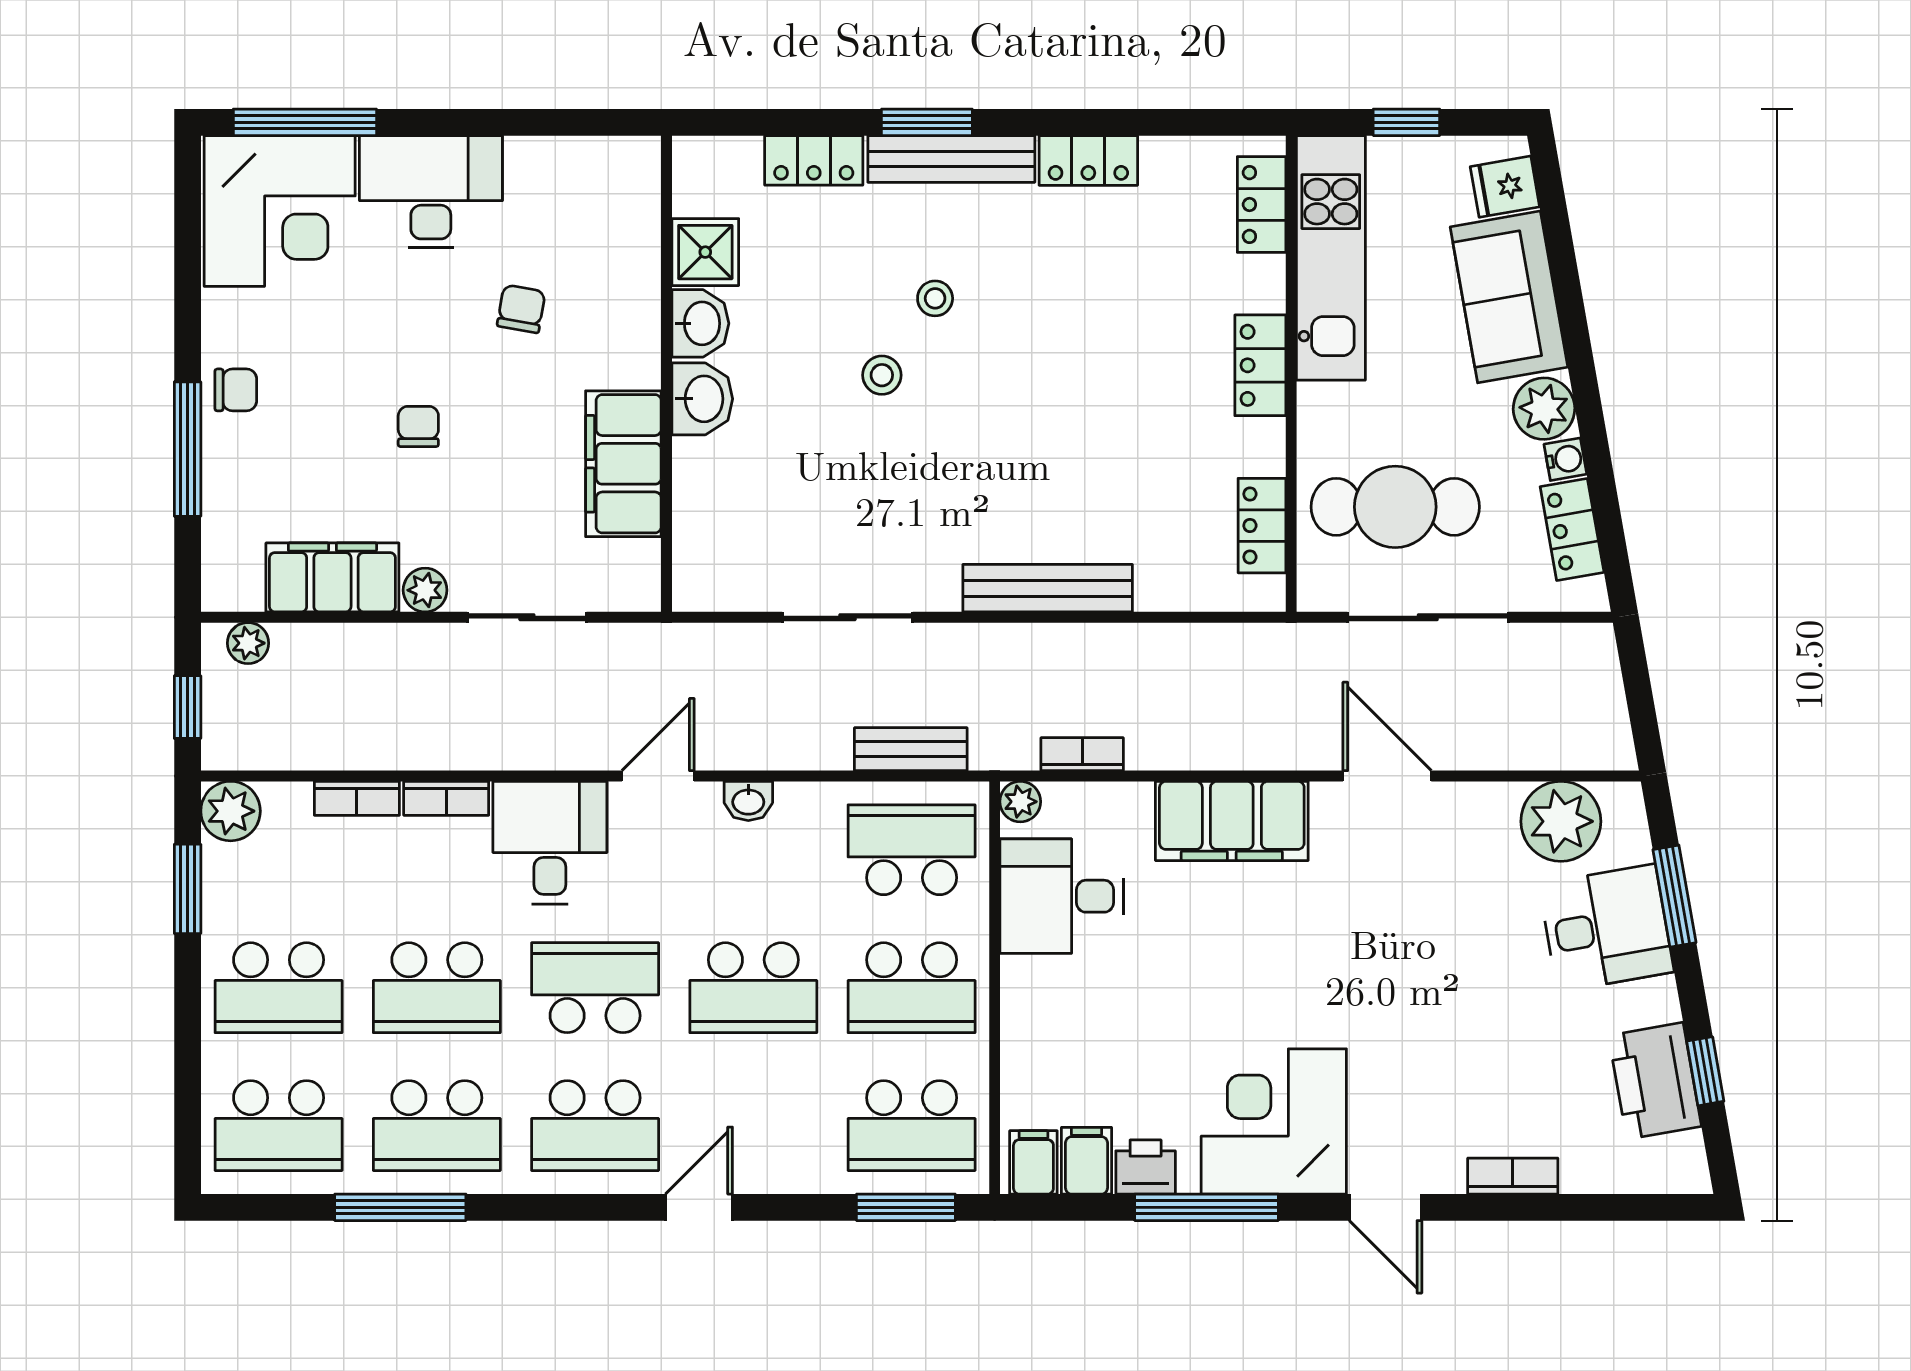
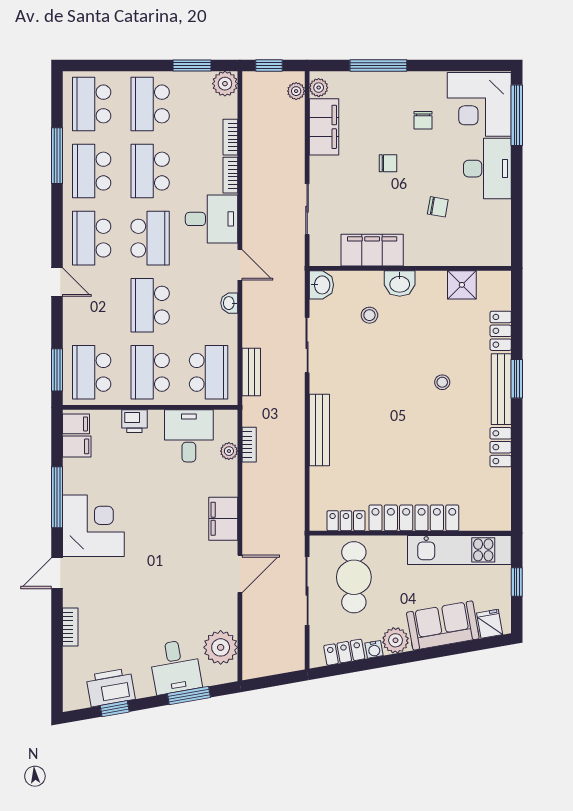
locker: (1262, 204) -> (482, 521), removed
washbasin: (700, 323) -> (321, 285), moved, turned -90
locker: (1260, 365) -> (414, 518), width x2.16, depth x1.21
stool: (882, 375) -> (369, 315), moved
chair: (236, 390) -> (423, 120), moved
plant: (425, 590) -> (319, 88), moved
plant: (1020, 802) -> (229, 451), moved
filing cabinet: (1232, 821) -> (223, 519), width x0.67, depth x0.86
printer: (1146, 1167) -> (134, 421), moved, turned 90

